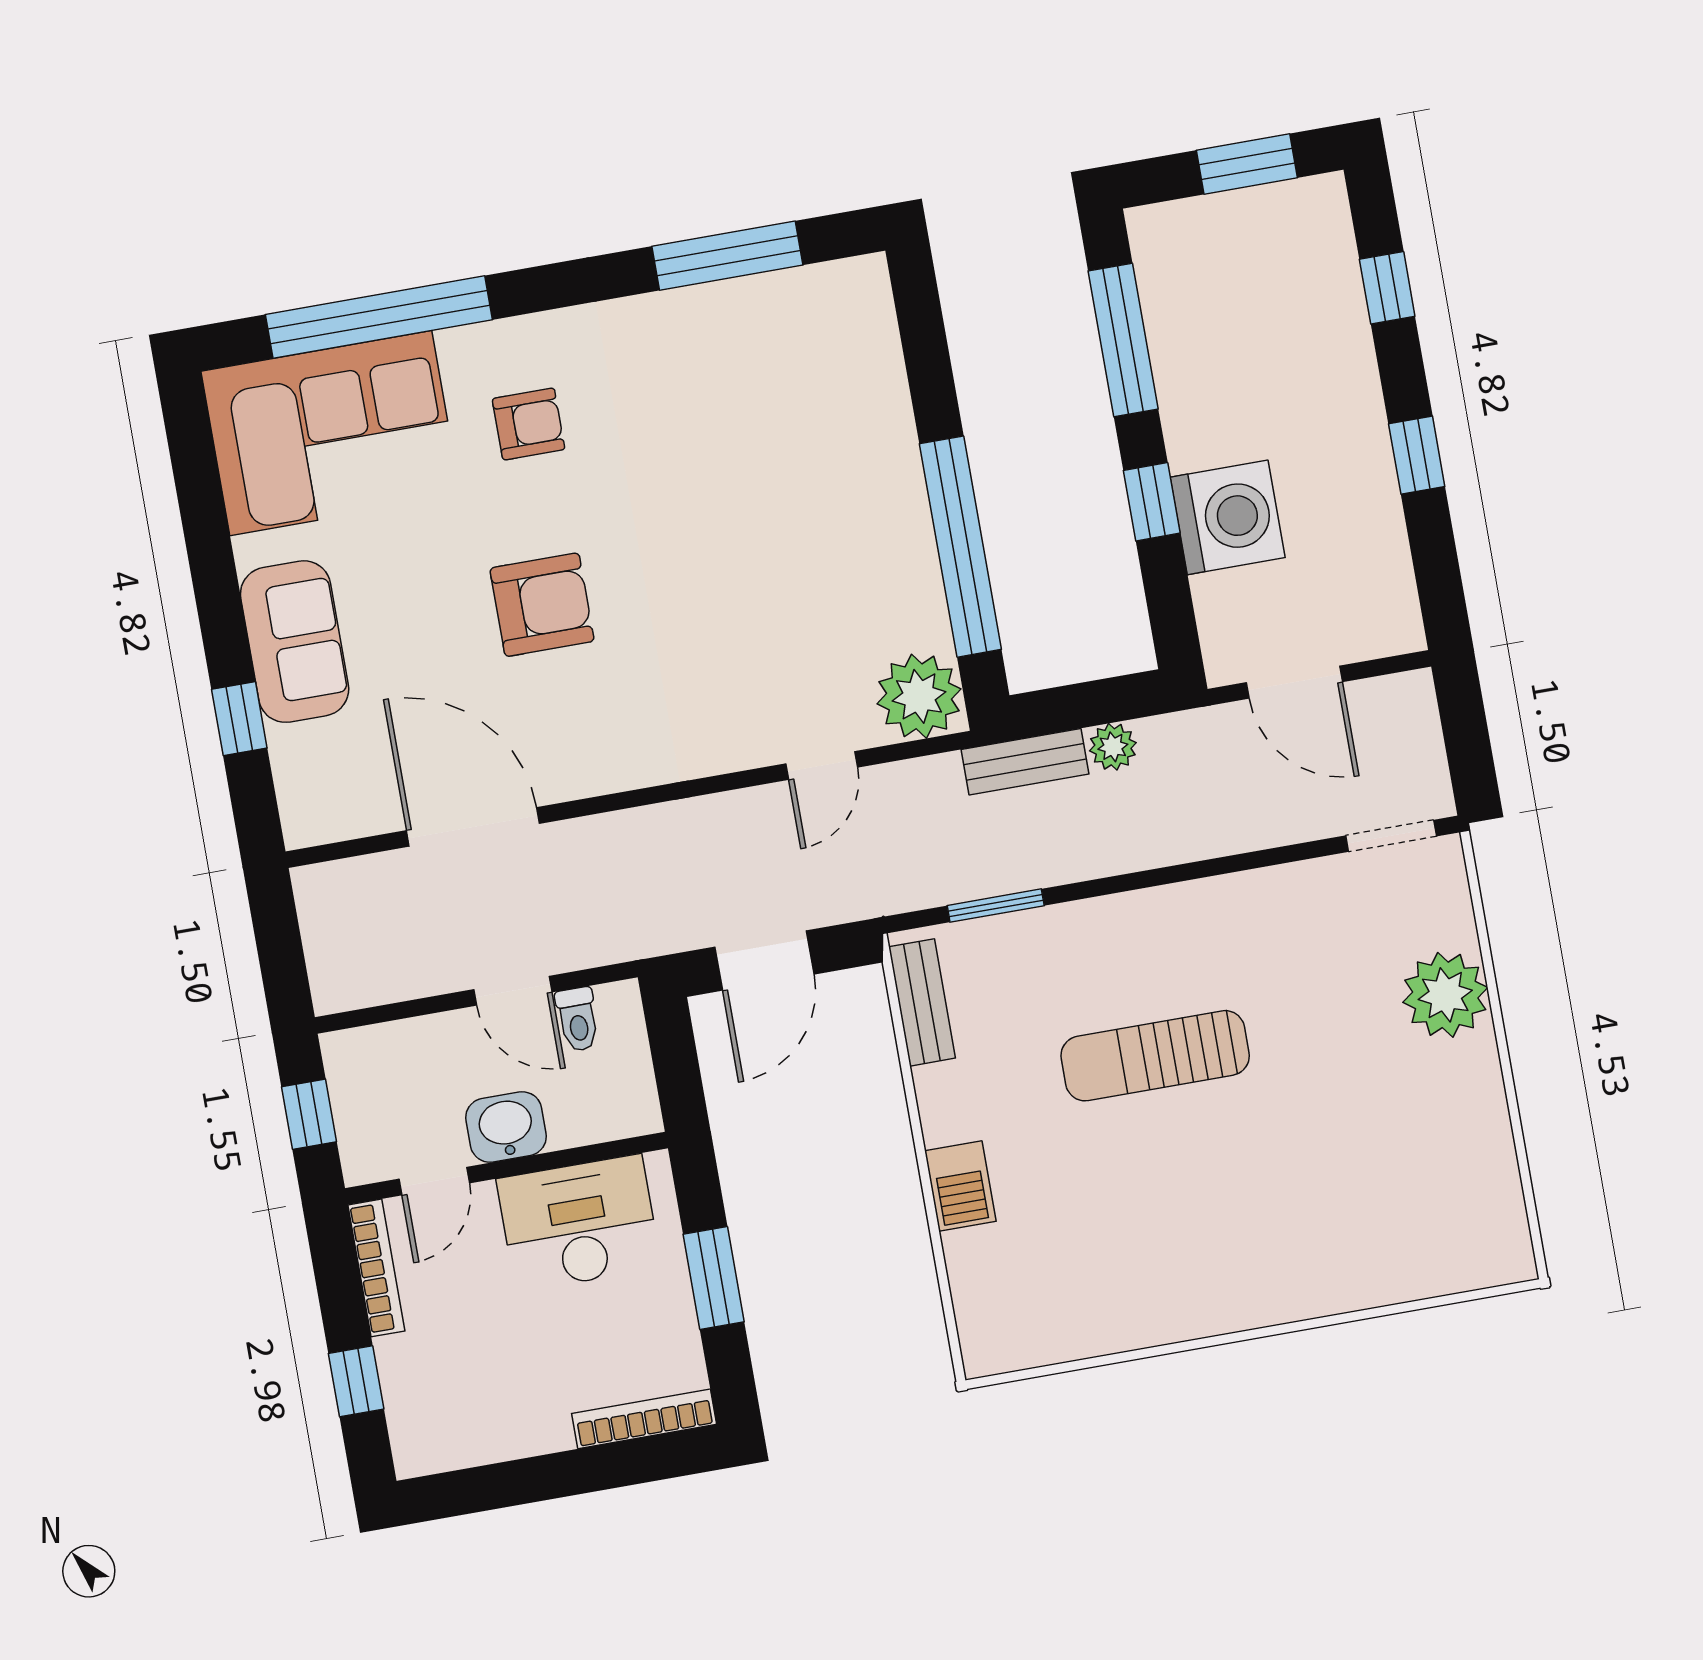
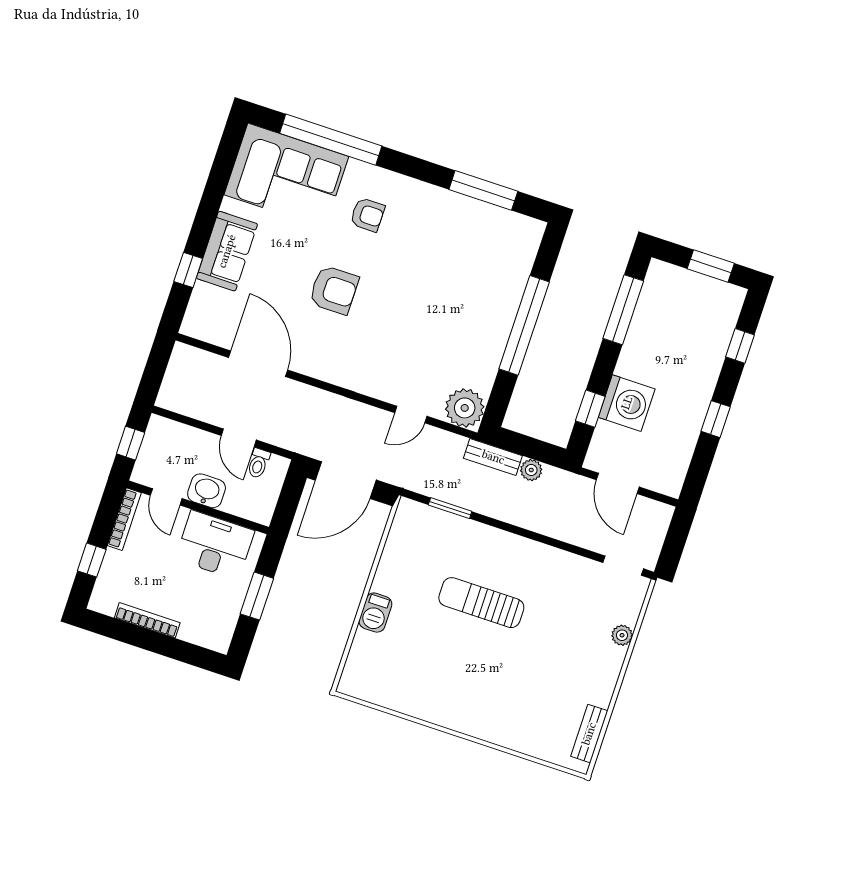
window: (1152, 502) -> (590, 409), moved
window: (960, 547) -> (524, 325), moved
door: (764, 961) -> (346, 480), width x1.36
plant: (1445, 995) -> (622, 635), width x0.53, depth x0.53
bench: (922, 1002) -> (589, 734), moved
door: (434, 1181) -> (166, 497), hinge flipped
bookcase: (644, 1419) -> (147, 620), moved

